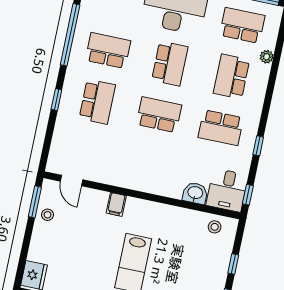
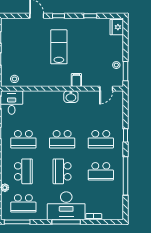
school desk: (97, 102) -> (101, 139), turned -90
school desk: (221, 128) -> (23, 139), turned 180
door: (72, 180) -> (106, 89), swing flipped
washbasin: (195, 193) -> (71, 97), moved

